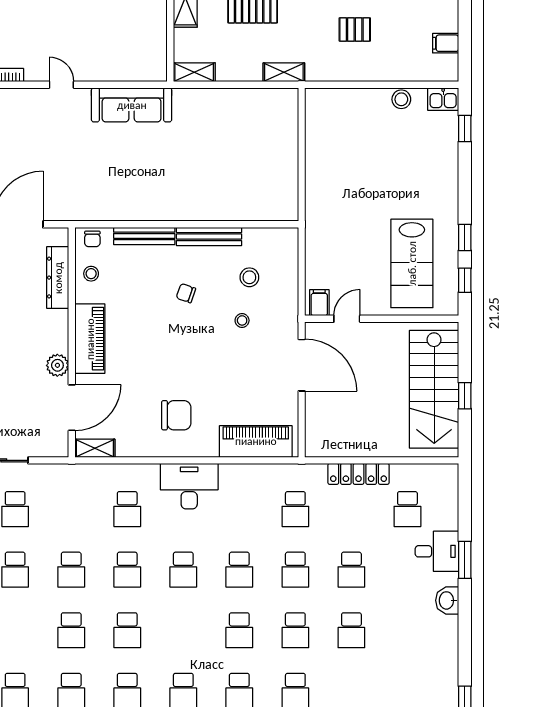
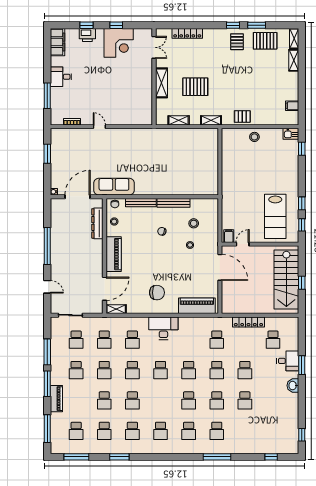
pallet: (355, 29) -> (242, 116), moved
shelving: (194, 72) -> (179, 120), moved
stool: (401, 99) -> (254, 137), moved
sofa: (132, 105) -> (114, 187), moved, turned 180
plant: (57, 365) -> (97, 267), removed
school desk: (71, 509) -> (104, 340), added

